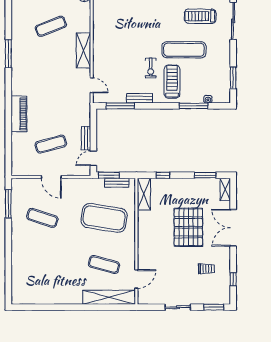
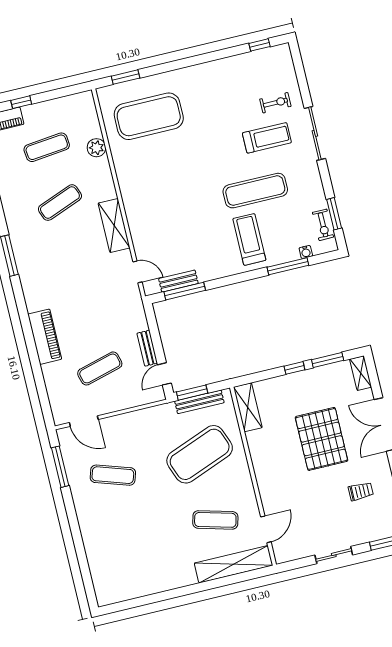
treadmill: (200, 16) -> (267, 138), turned 180
exercise bike: (151, 68) -> (323, 225), moved
bench: (140, 98) -> (178, 281), moved
window: (163, 175) -> (294, 368), moved
door: (51, 177) -> (84, 421), moved
bench: (117, 183) -> (199, 402), width x1.36
exercise mat: (104, 218) -> (200, 454), turned -30

